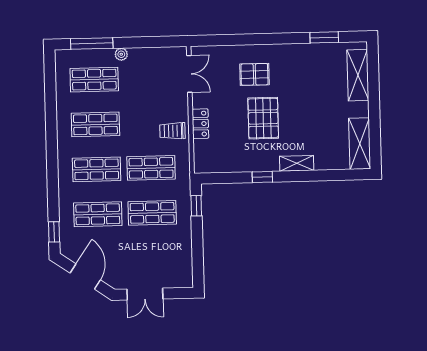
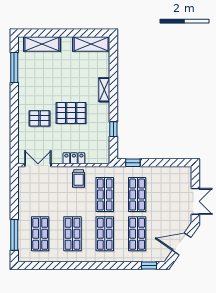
window: (324, 37) -> (14, 68), width x1.44
plant: (121, 54) -> (22, 214), removed
pallet: (254, 74) -> (39, 118), turned 90
window: (262, 177) -> (113, 129), moved

